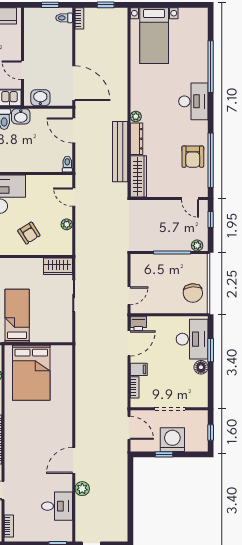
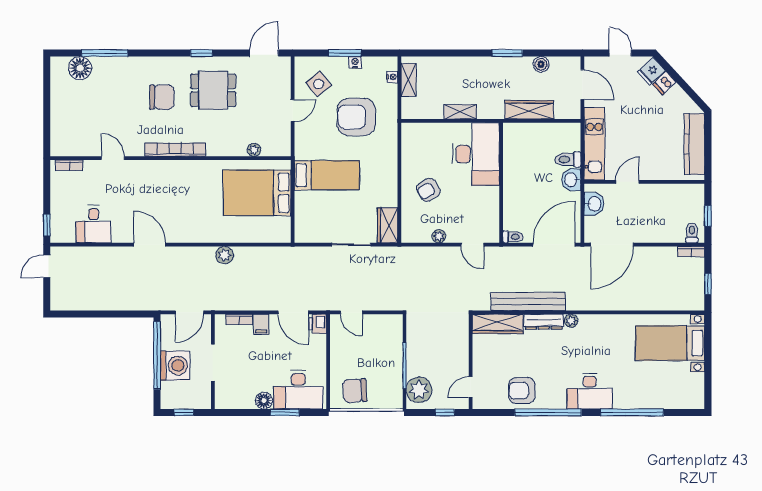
door: (74, 130) -> (554, 245), width x1.36
window: (211, 160) -> (548, 412), moved
door: (74, 197) -> (472, 245), swing flipped
plant: (197, 246) -> (419, 390), width x1.88, depth x1.88
window: (164, 454) -> (157, 355), width x3.17
plant: (82, 489) -> (225, 255), moved

